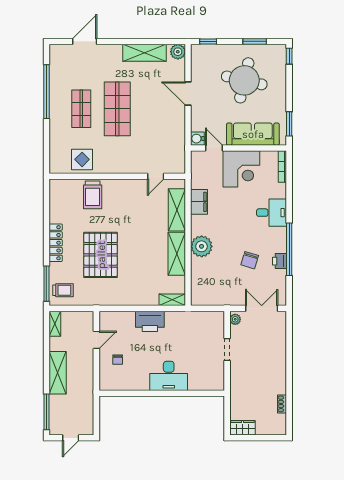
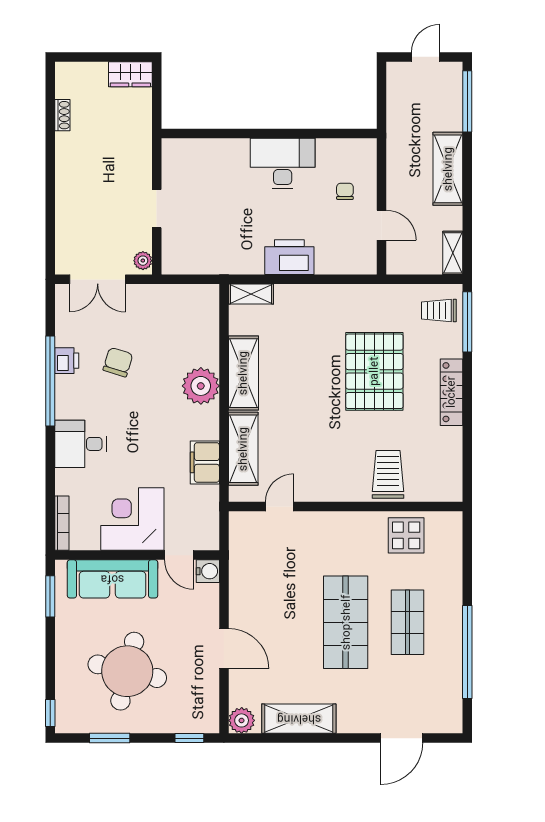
door: (96, 340) -> (381, 225), swing flipped
desk: (169, 376) -> (283, 163), moved

